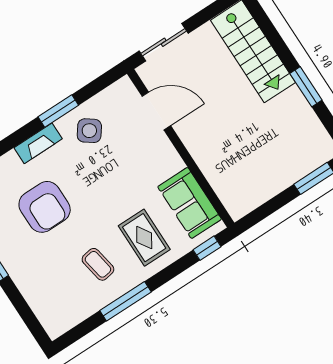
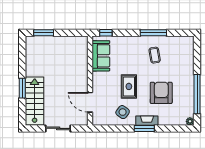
sliding door: (164, 42) -> (58, 128), moved
window: (306, 87) -> (22, 88), moved
window: (58, 111) -> (144, 128), moved
rug: (144, 238) -> (129, 86), moved

